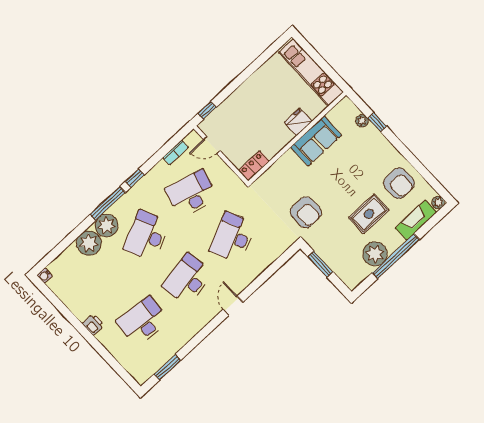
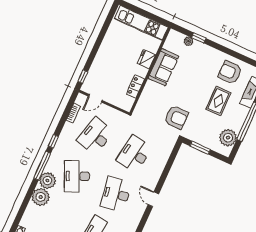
locker: (254, 166) -> (135, 86), moved
armchair: (399, 183) -> (230, 72), turned 180
desk: (233, 237) -> (134, 154), turned 33
plant: (375, 254) -> (228, 138), moved

